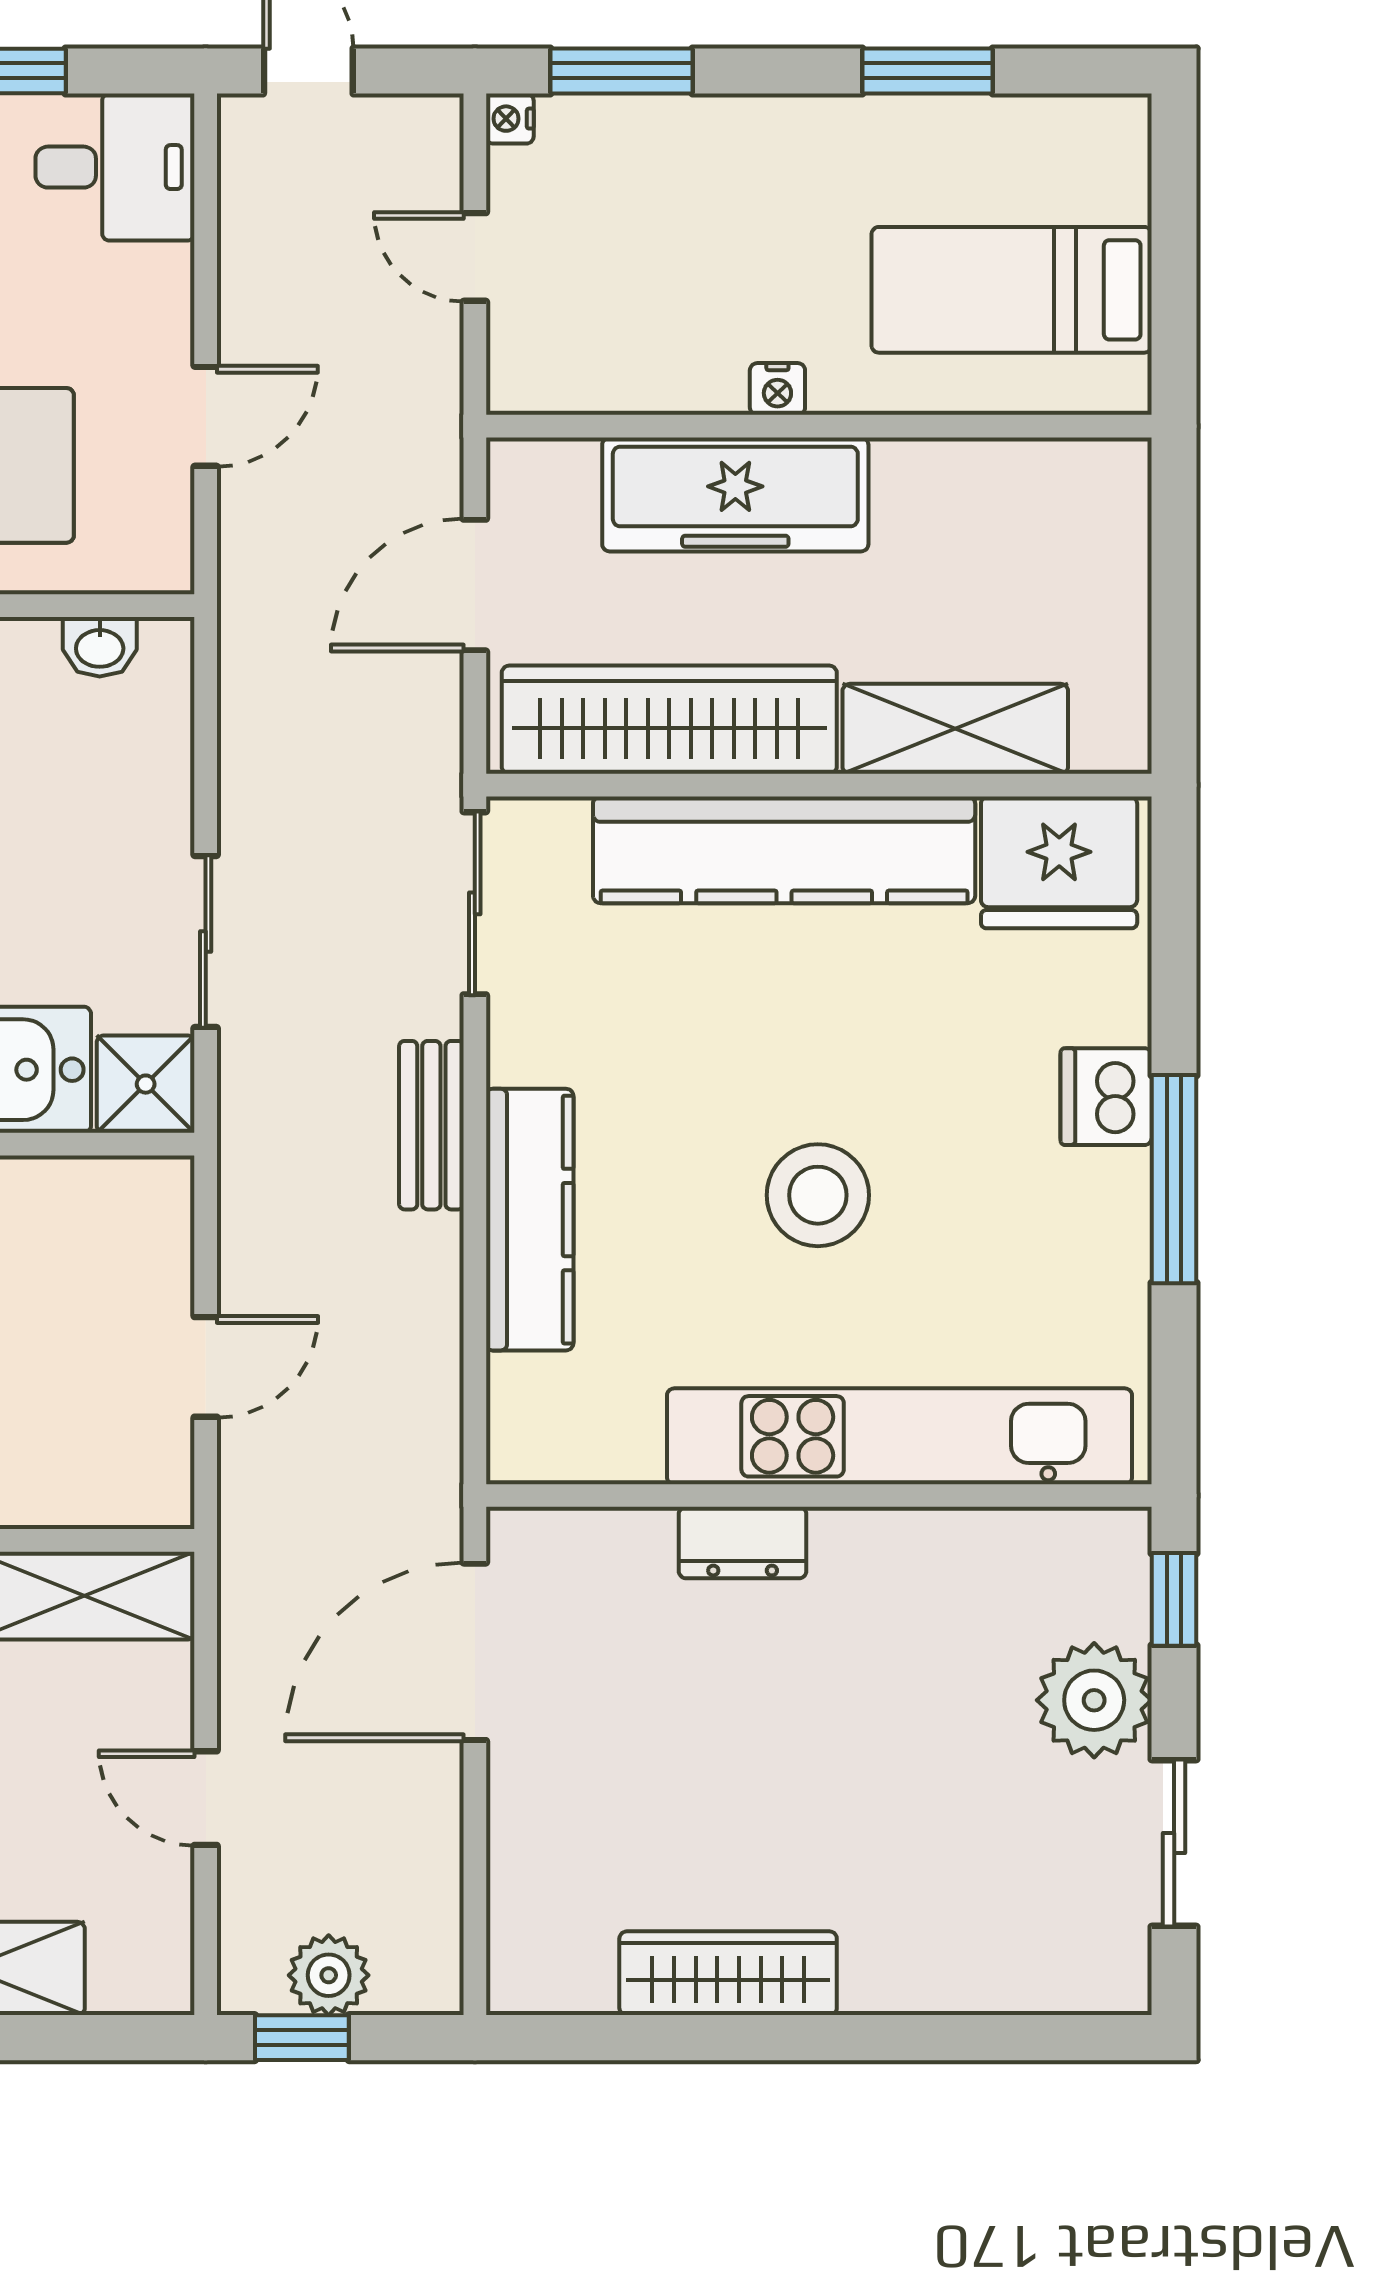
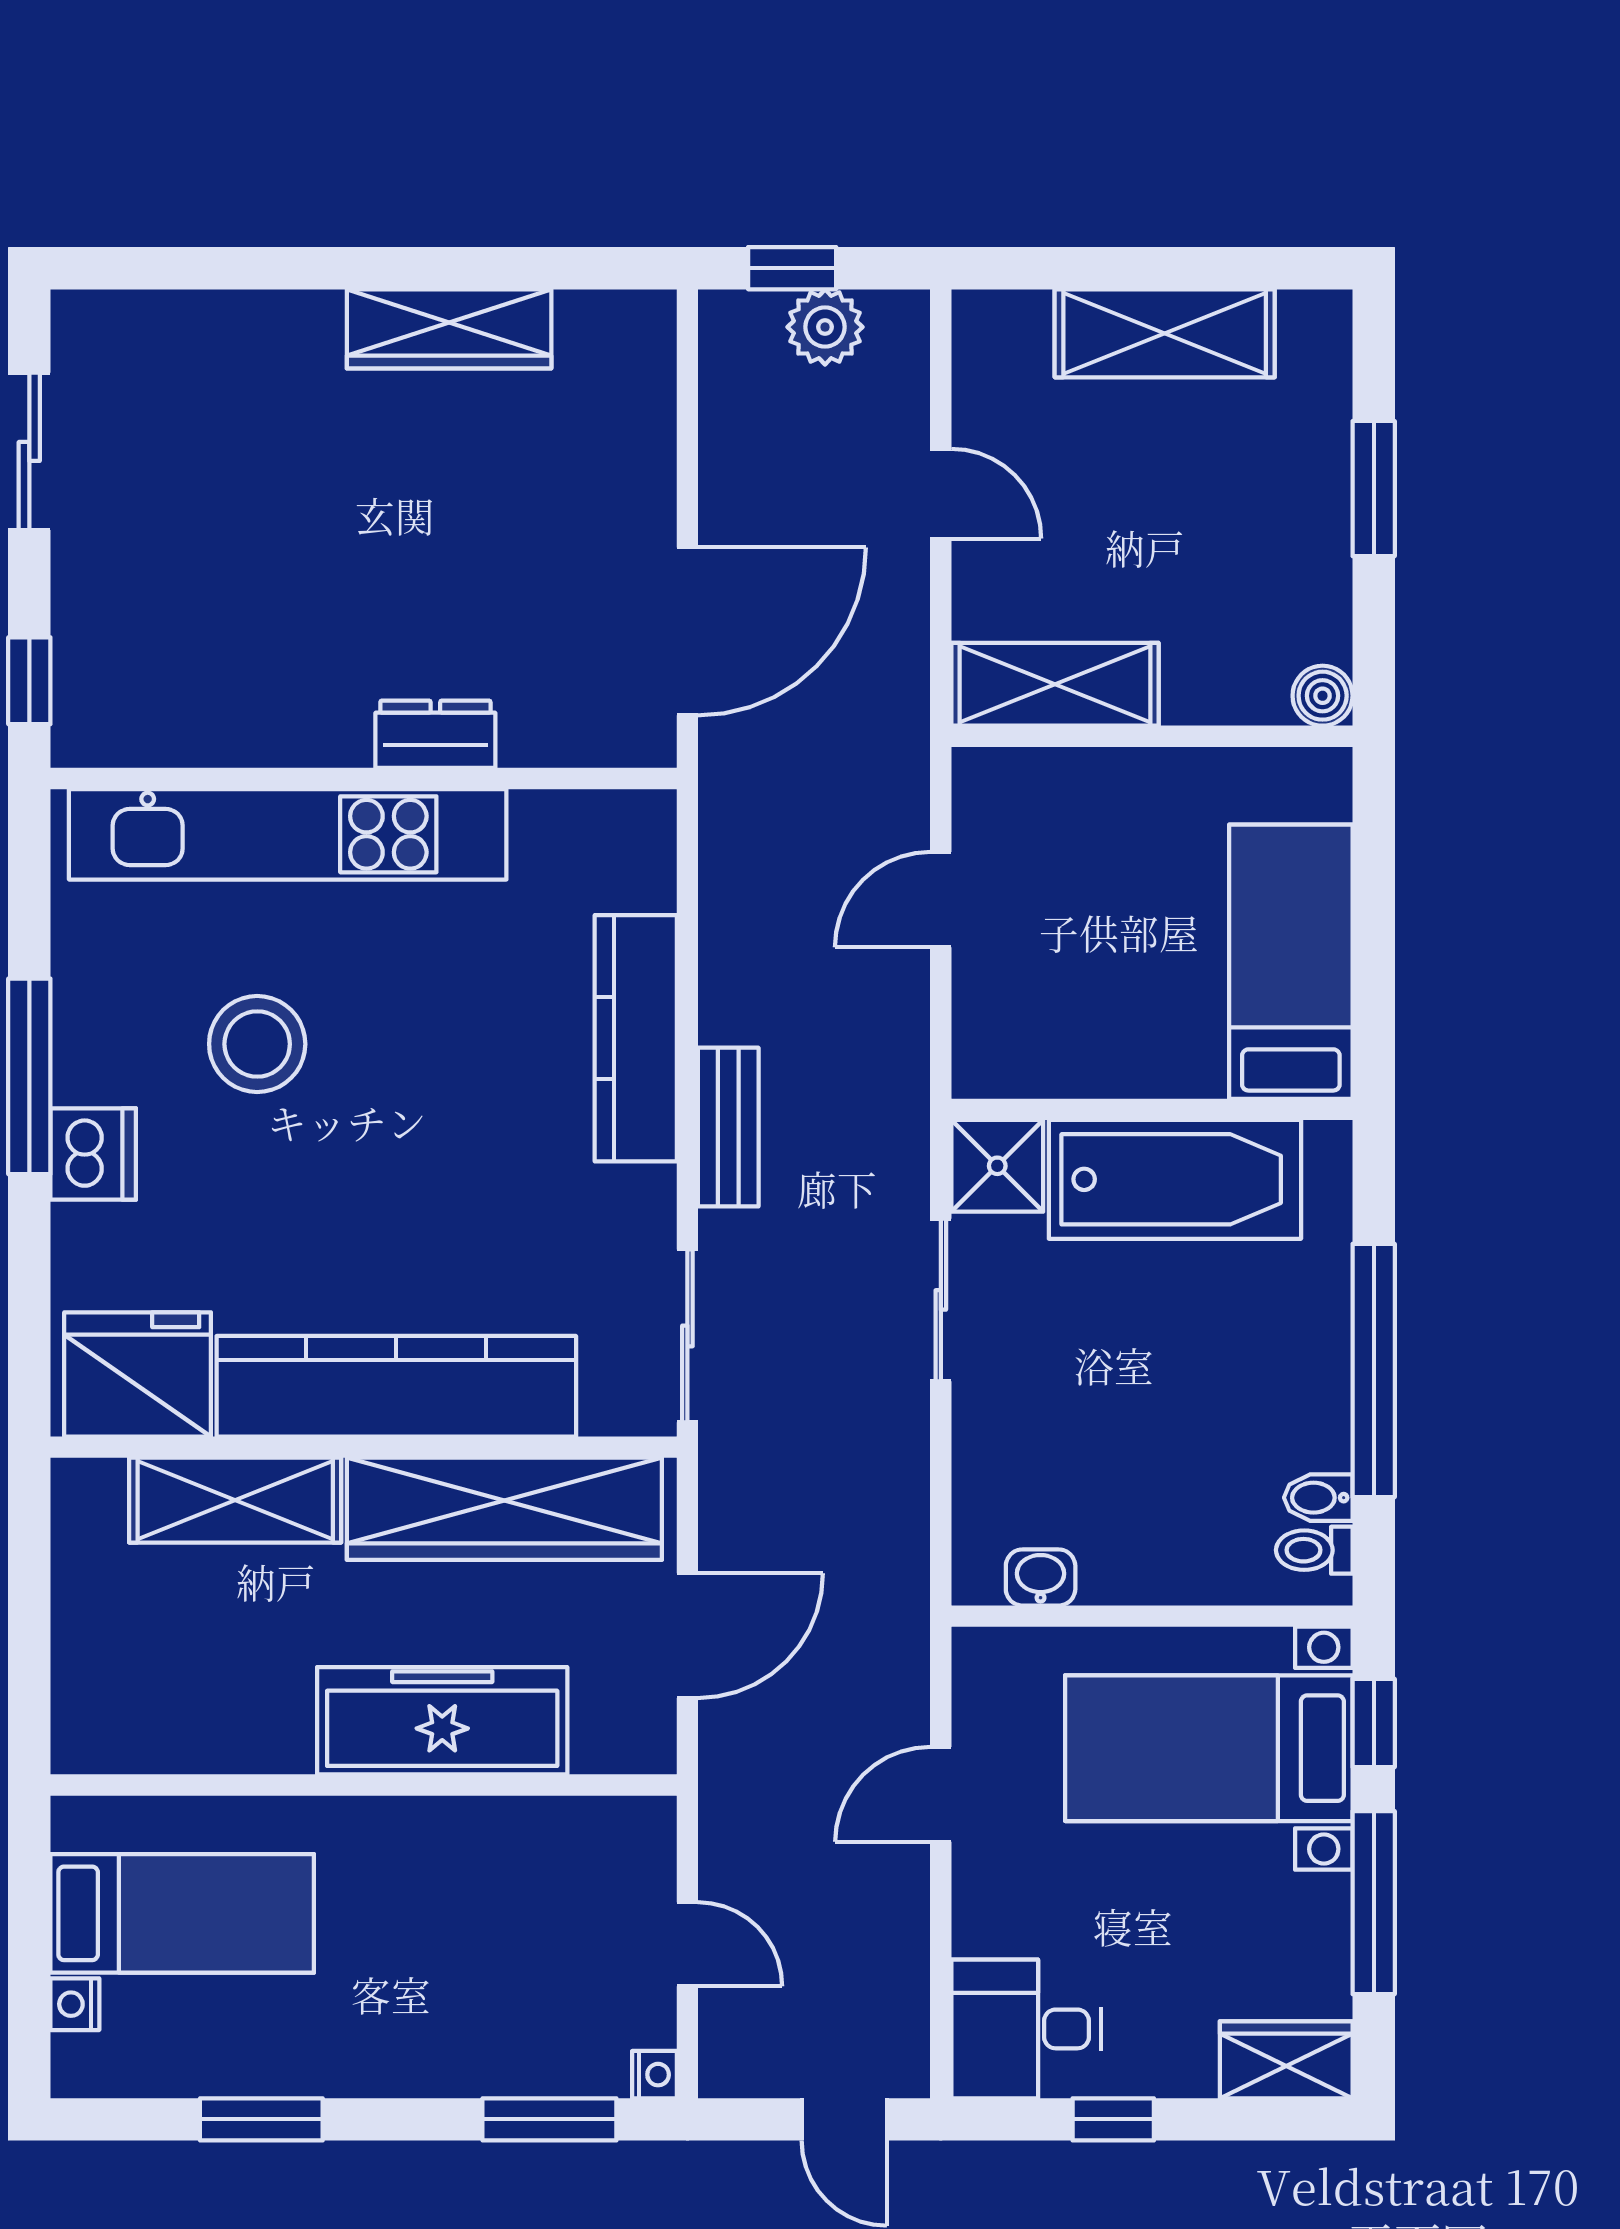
nightstand: (777, 389) -> (75, 2004), moved, turned -90
stool: (818, 1195) -> (257, 1044), moved
plant: (1094, 1700) -> (104, 586), removed
window: (302, 2038) -> (792, 268), moved

